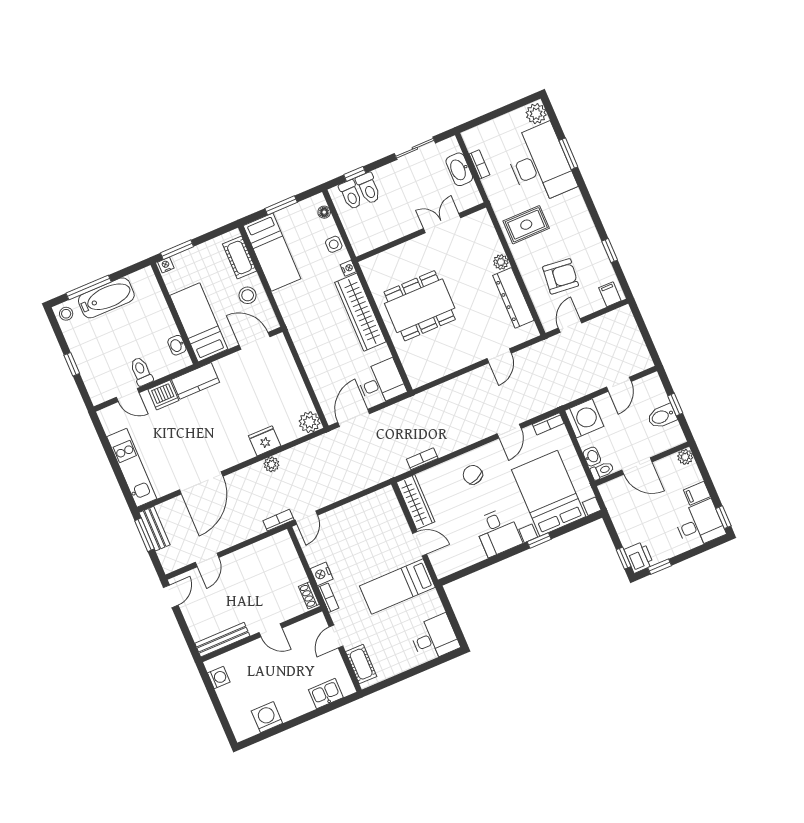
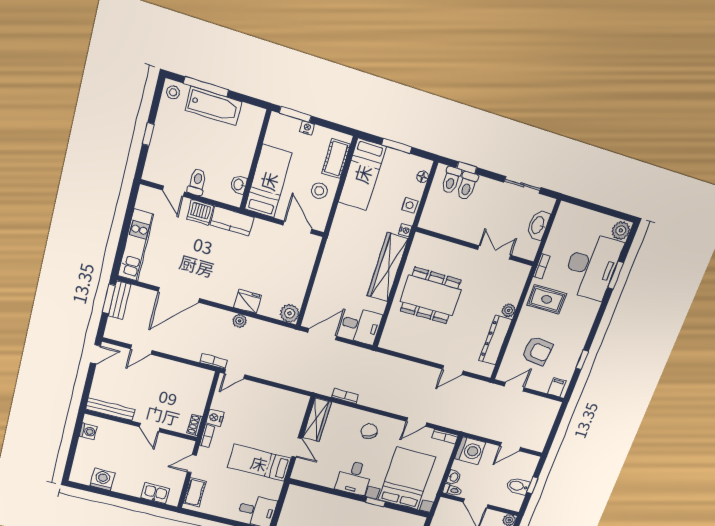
bookcase: (479, 164) -> (542, 266), moved
nightstand: (166, 265) -> (307, 128), moved

